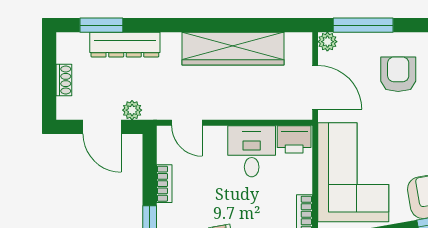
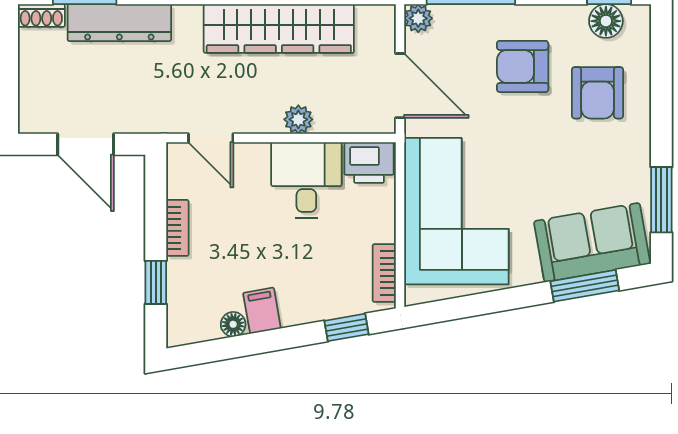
armchair: (398, 74) -> (523, 66), turned -90
shoe rack: (64, 80) -> (41, 16), moved, turned 90
plant: (132, 110) -> (298, 119), moved

